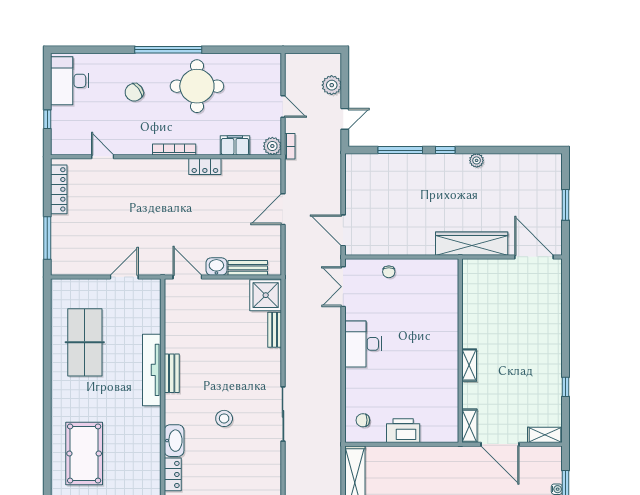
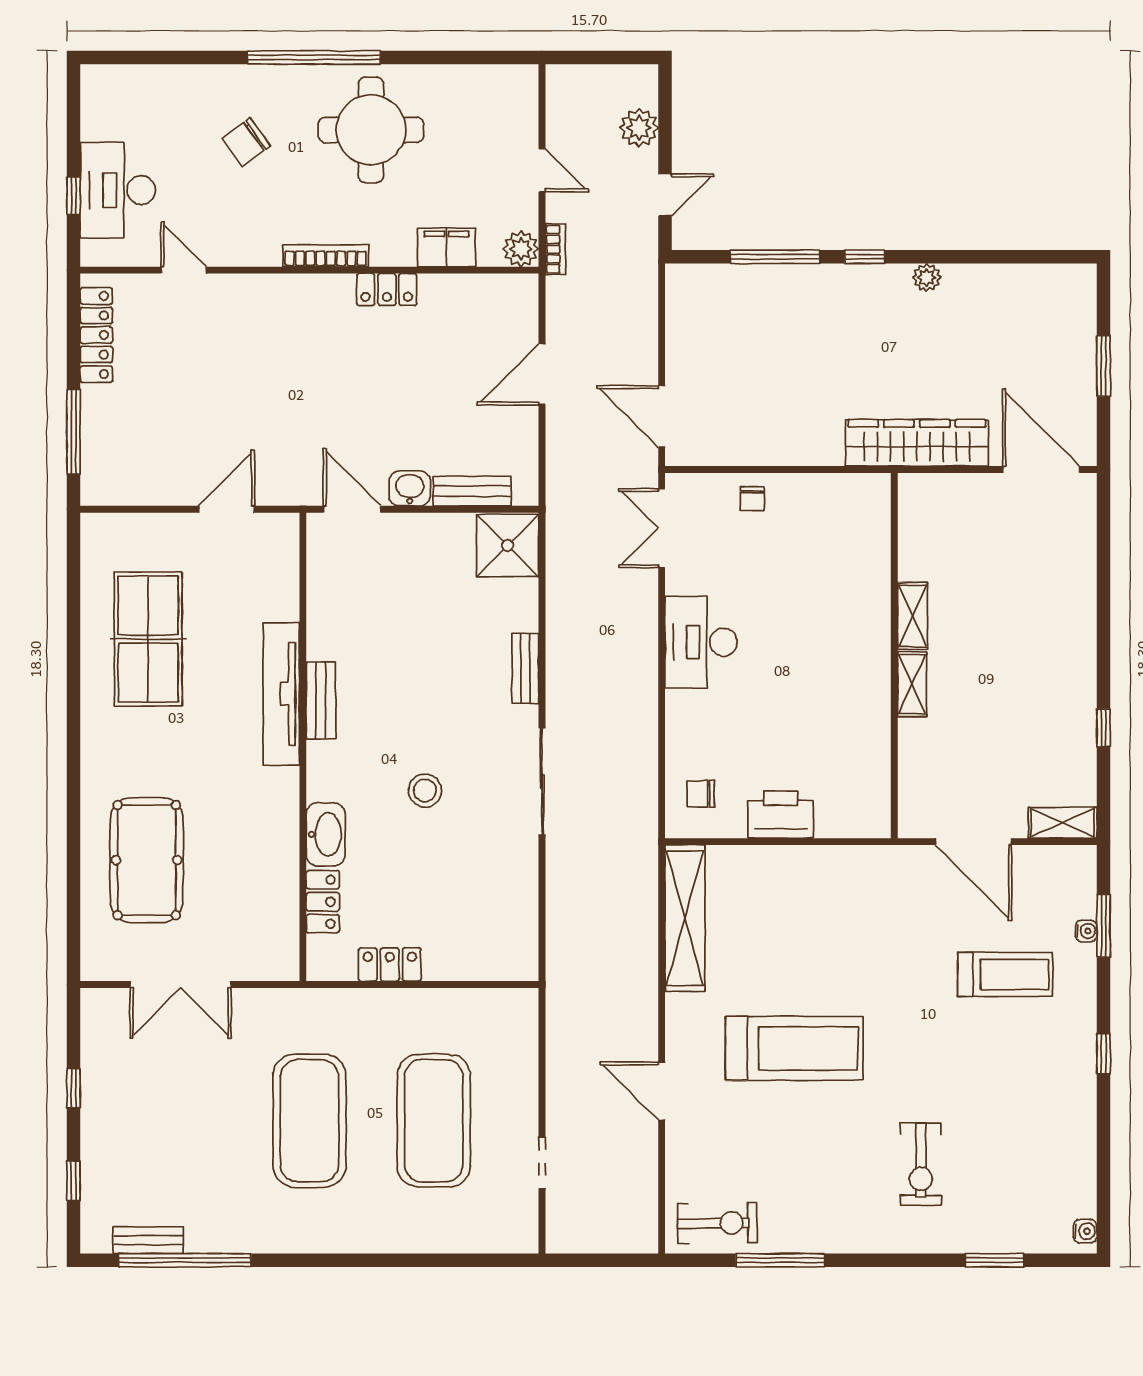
desk: (70, 81) -> (118, 190), moved
bench: (275, 330) -> (525, 668), moved
shelving: (469, 426) -> (913, 616), moved

